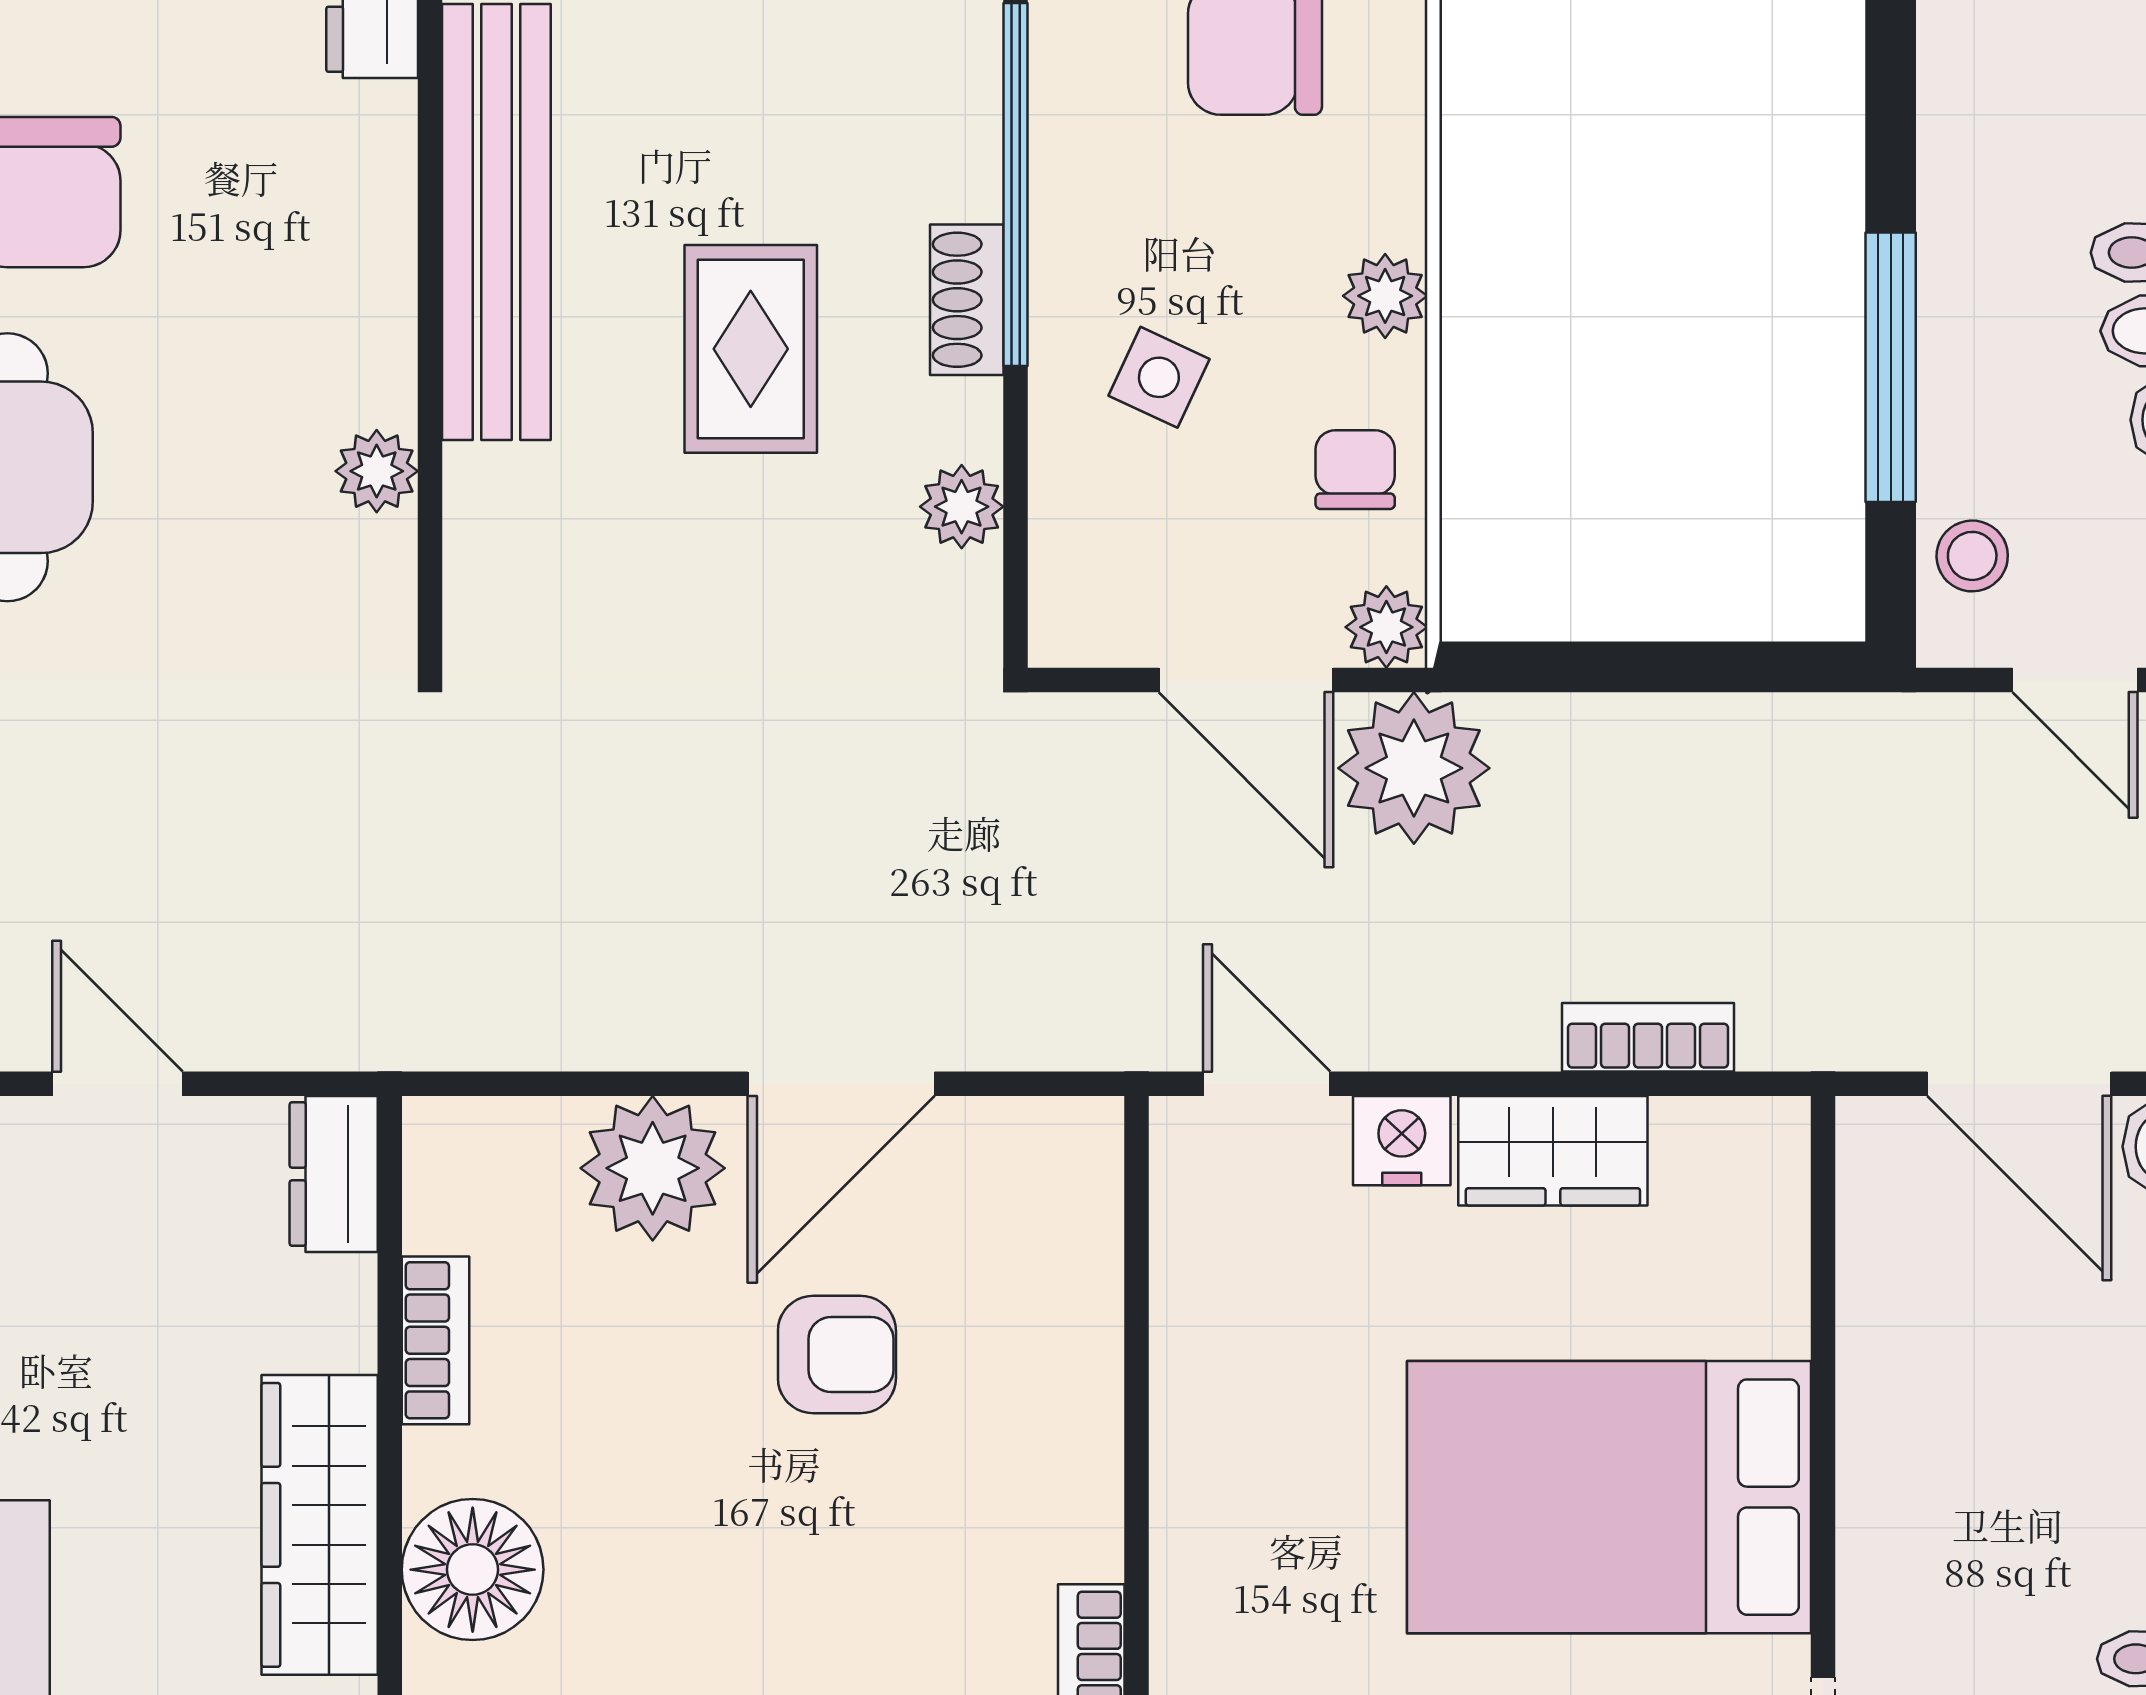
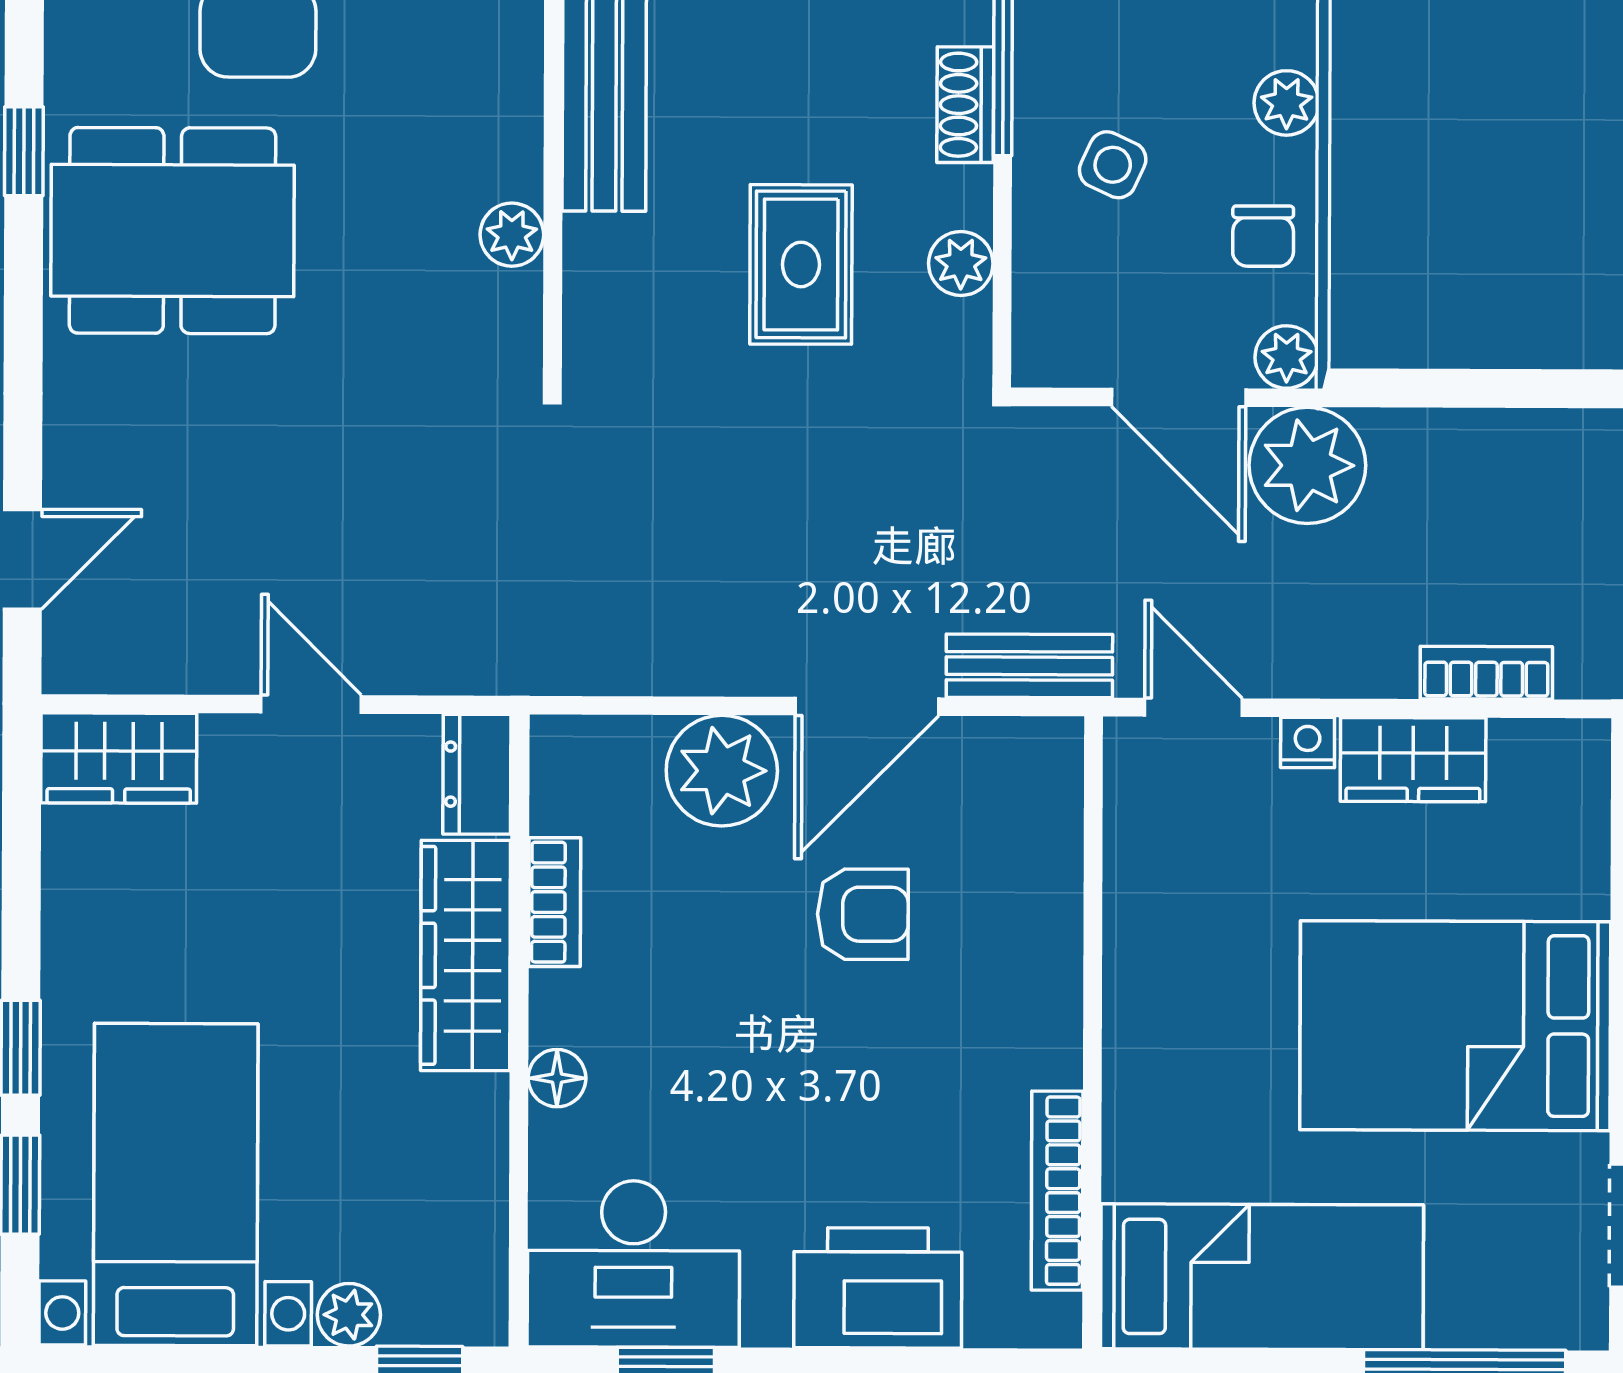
rug: (751, 349) -> (801, 264), moved
chair: (1355, 470) -> (1263, 236), turned 180
bench: (1053, 1030) -> (1029, 666), added
nightstand: (1402, 1141) -> (1308, 742), width x0.72, depth x0.74
wardrobe: (320, 1525) -> (465, 955), moved
floor lamp: (473, 1570) -> (557, 1078), width x0.53, depth x0.53

